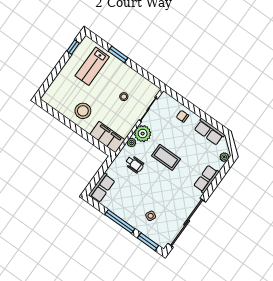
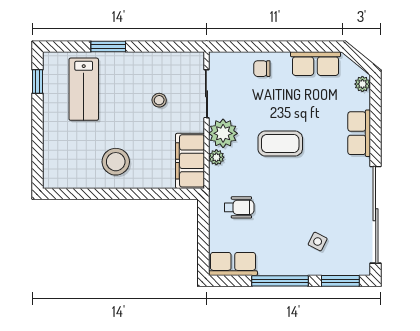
filing cabinet: (107, 137) -> (190, 161), moved, turned -90
wheelchair: (134, 164) -> (239, 207), moved
row of seats: (102, 188) -> (233, 264), moved, turned -90

